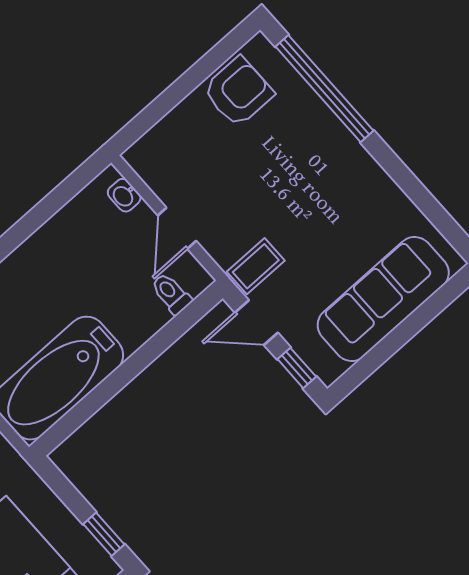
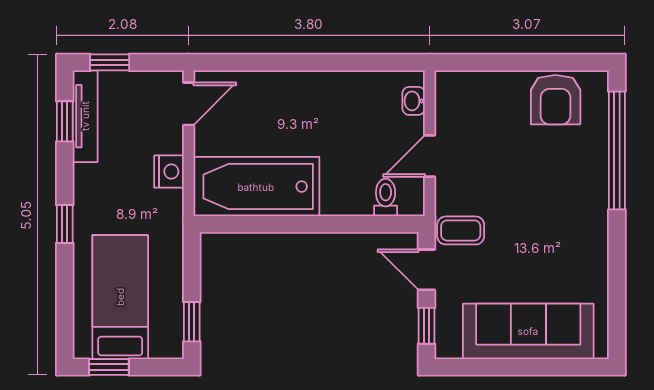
armchair: (238, 92) -> (556, 100), turned 90

